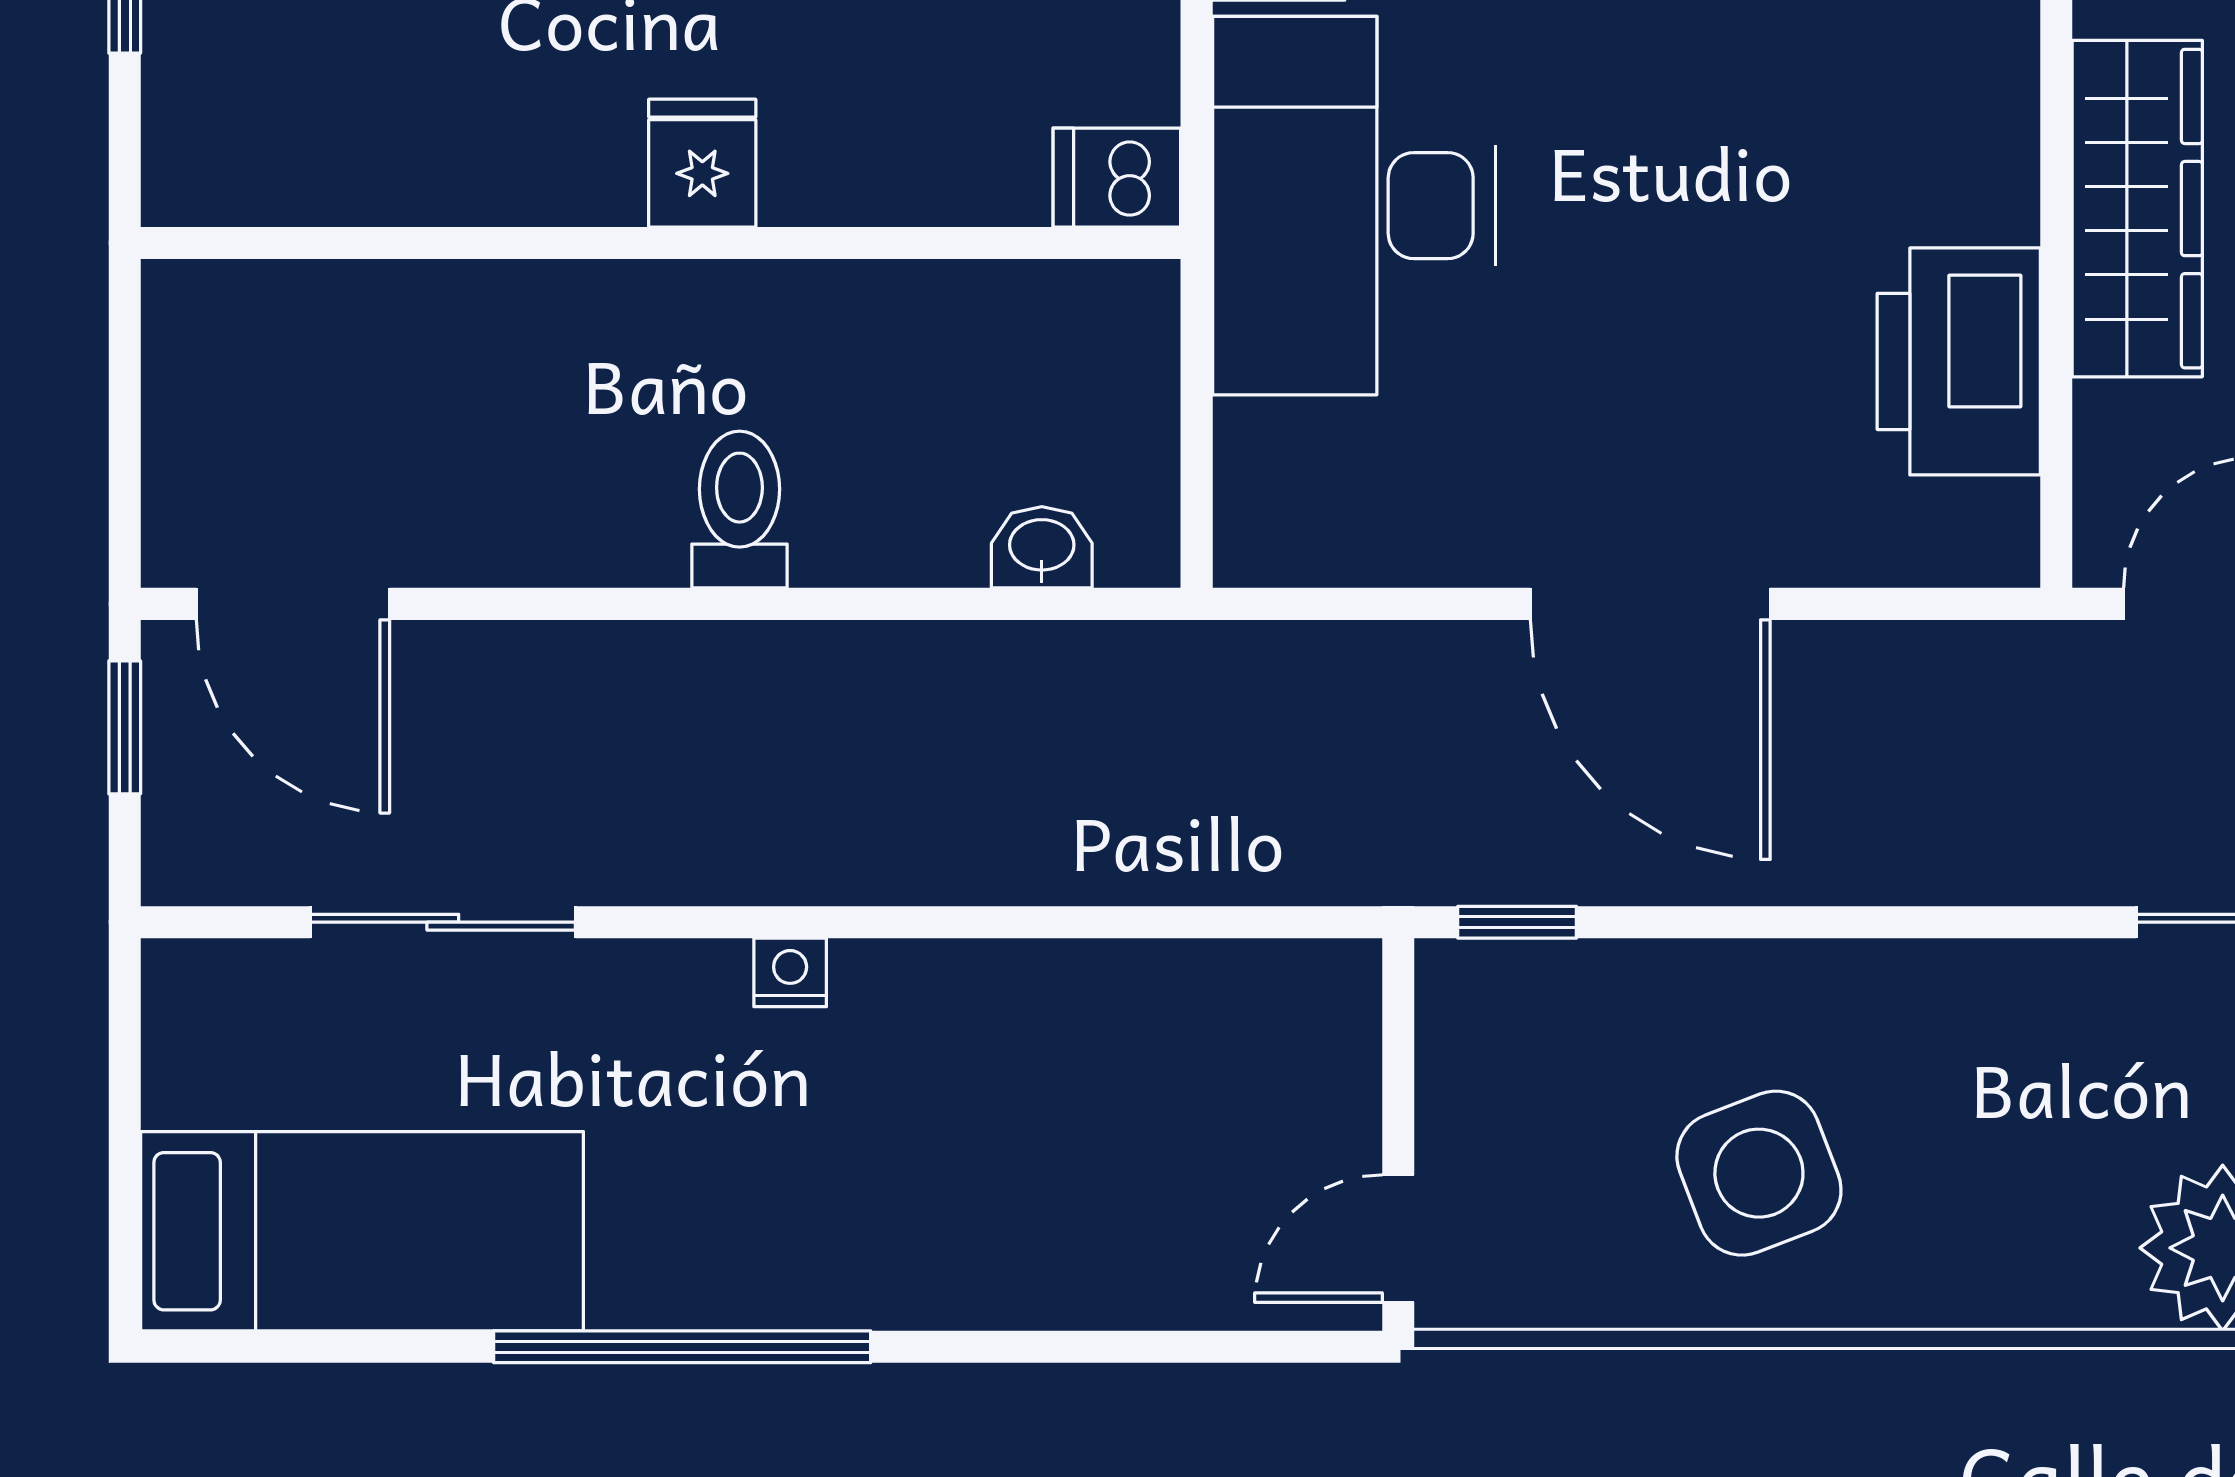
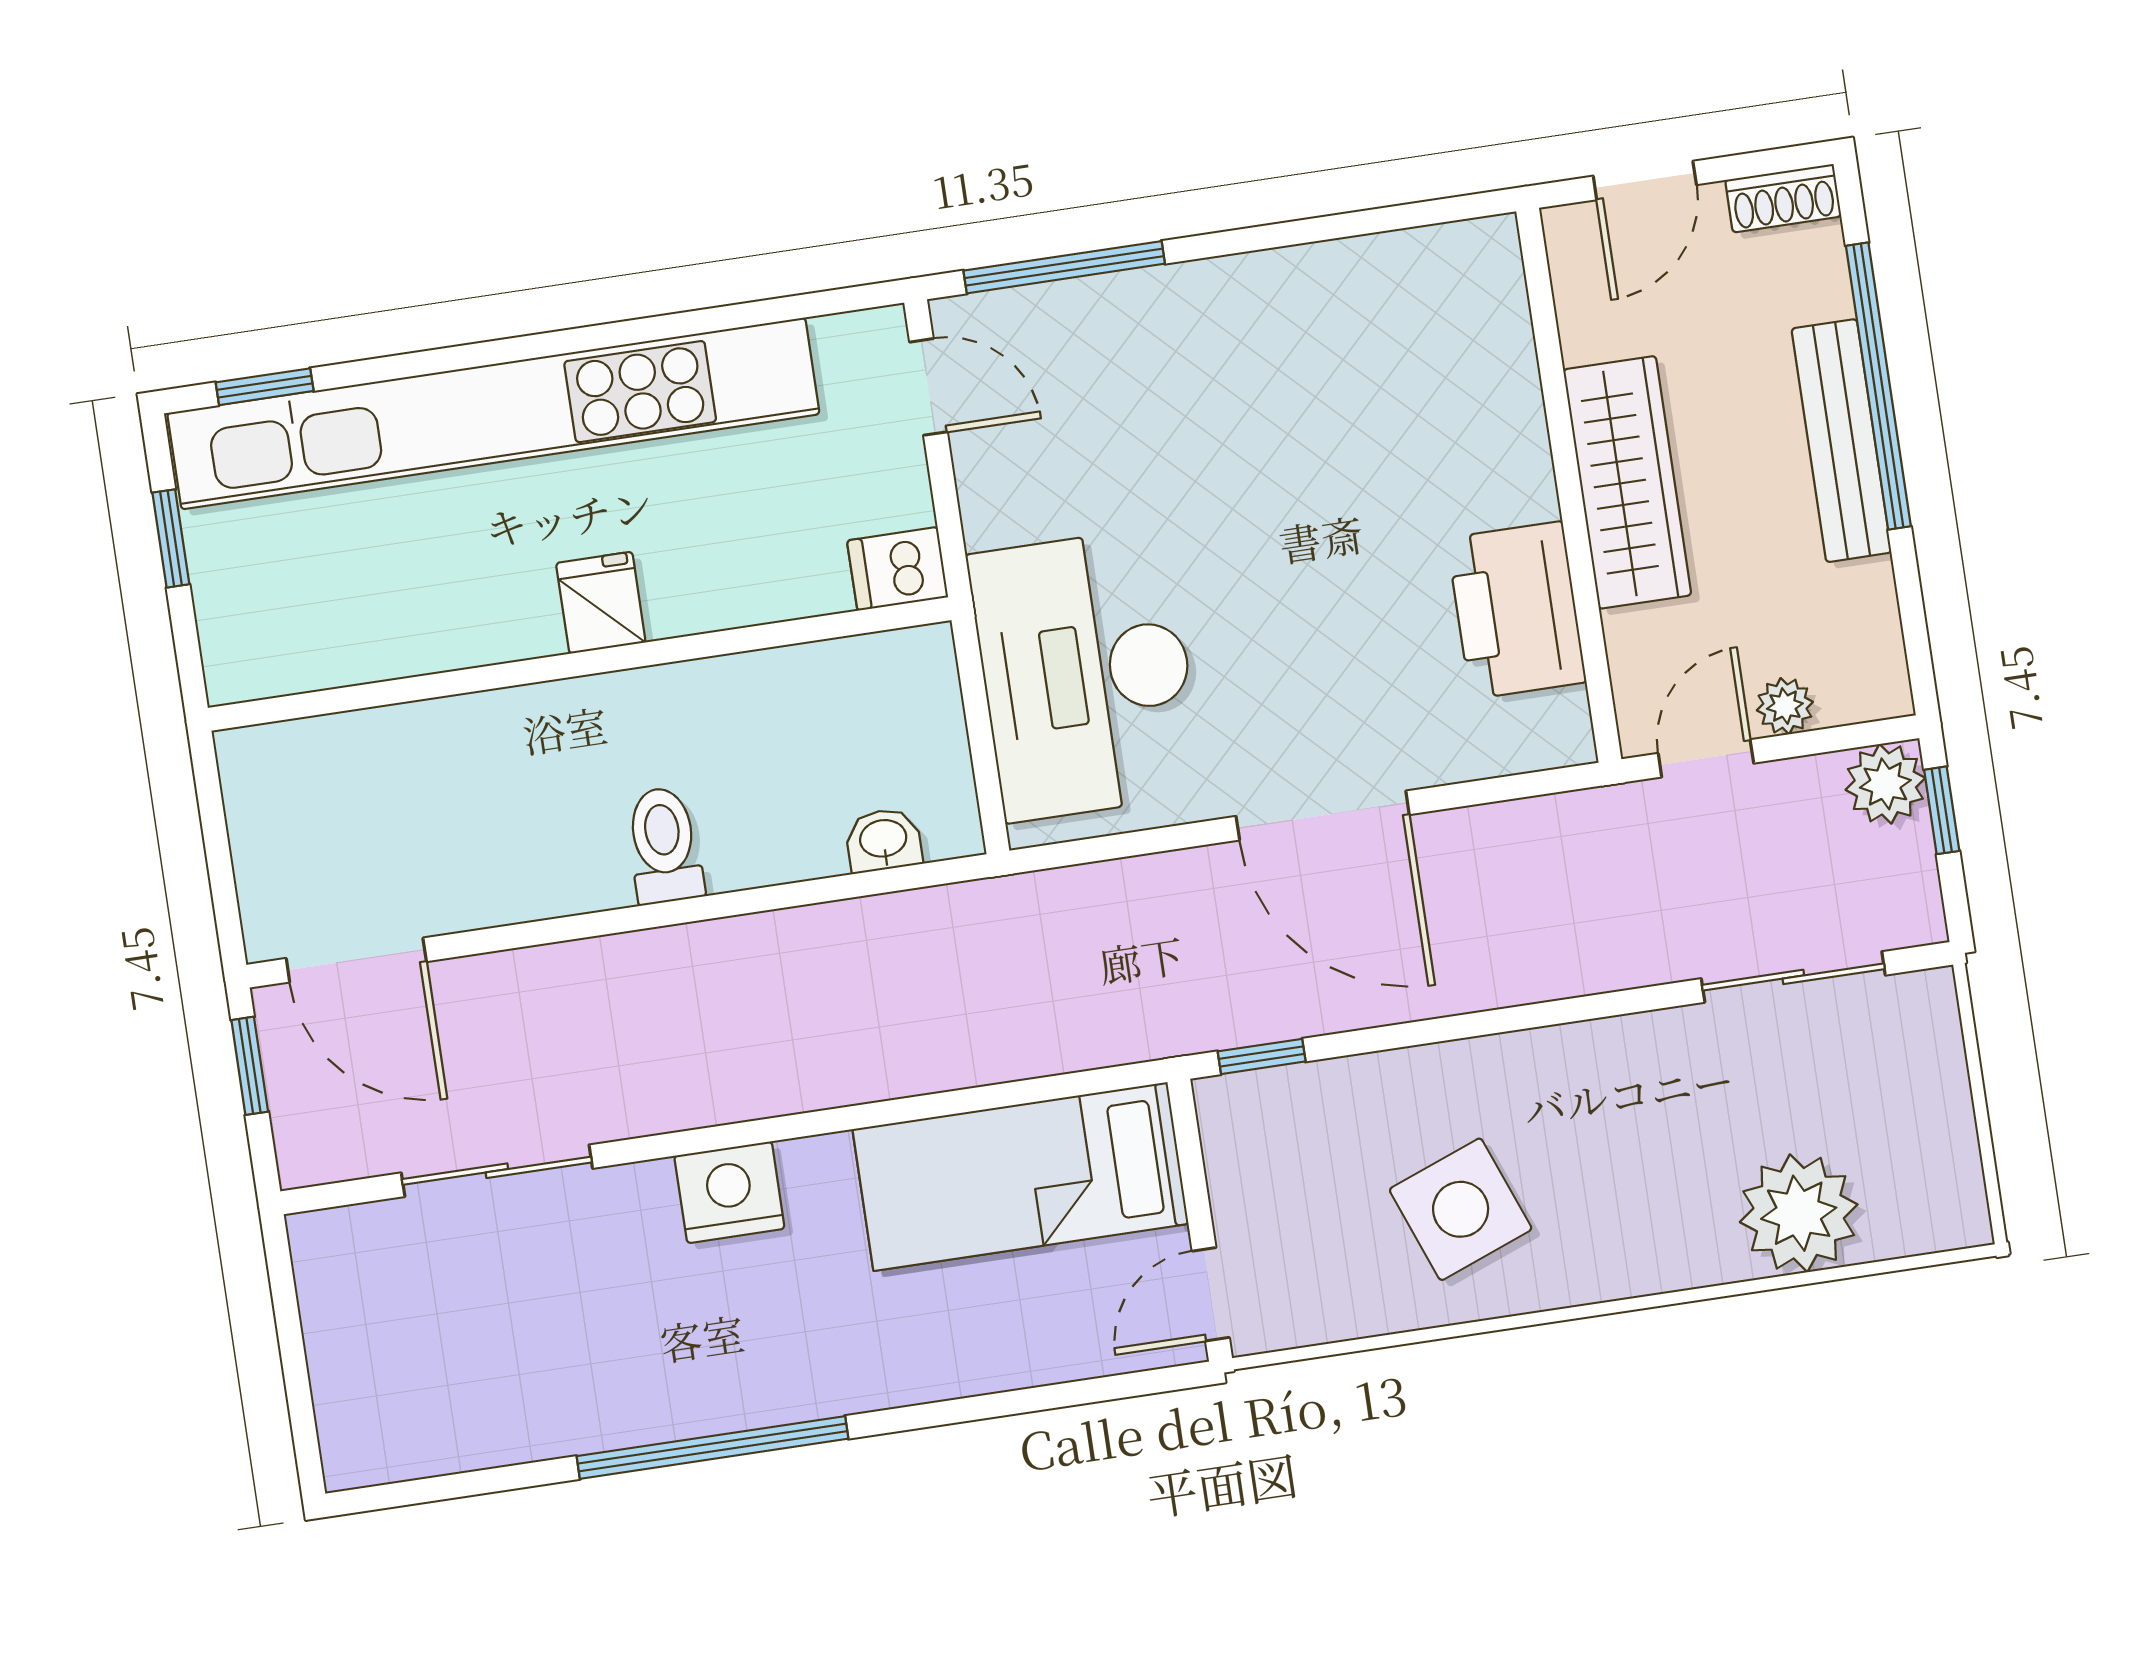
desk: (1354, 206) -> (1086, 674), moved
nightstand: (790, 972) -> (729, 1192), width x1.89, depth x1.79
bed: (362, 1231) -> (1020, 1177), moved, turned 180

